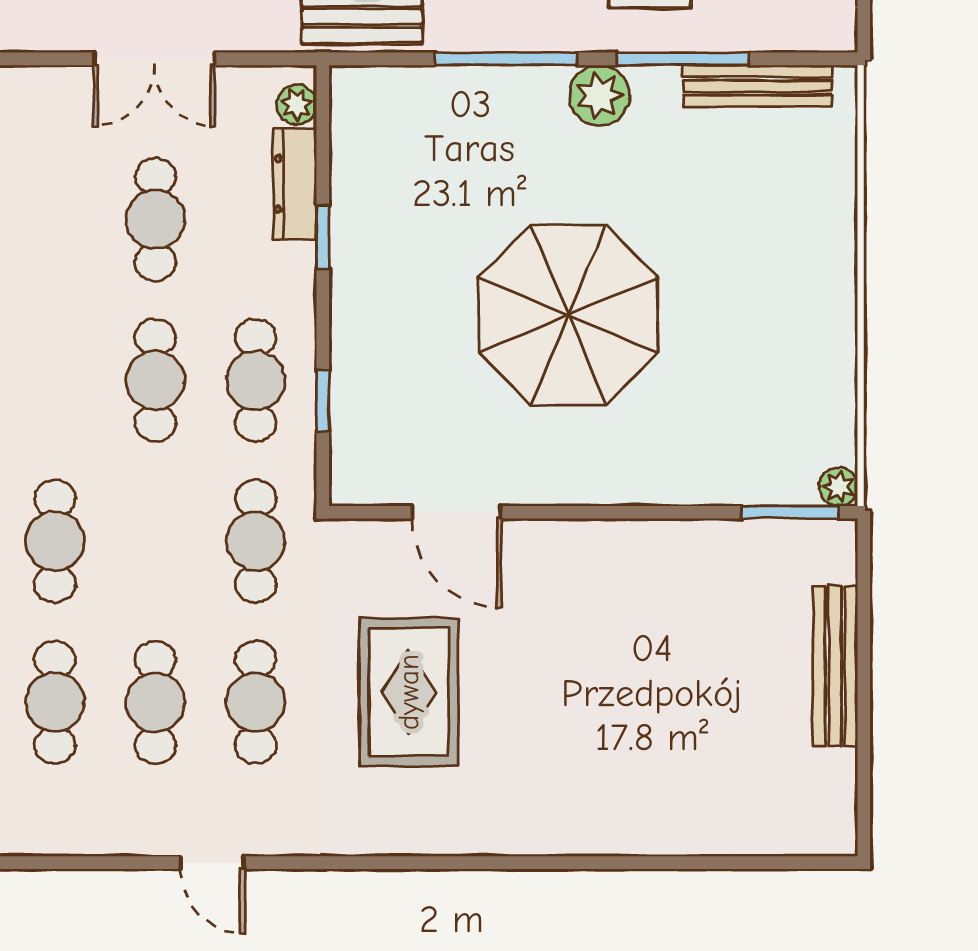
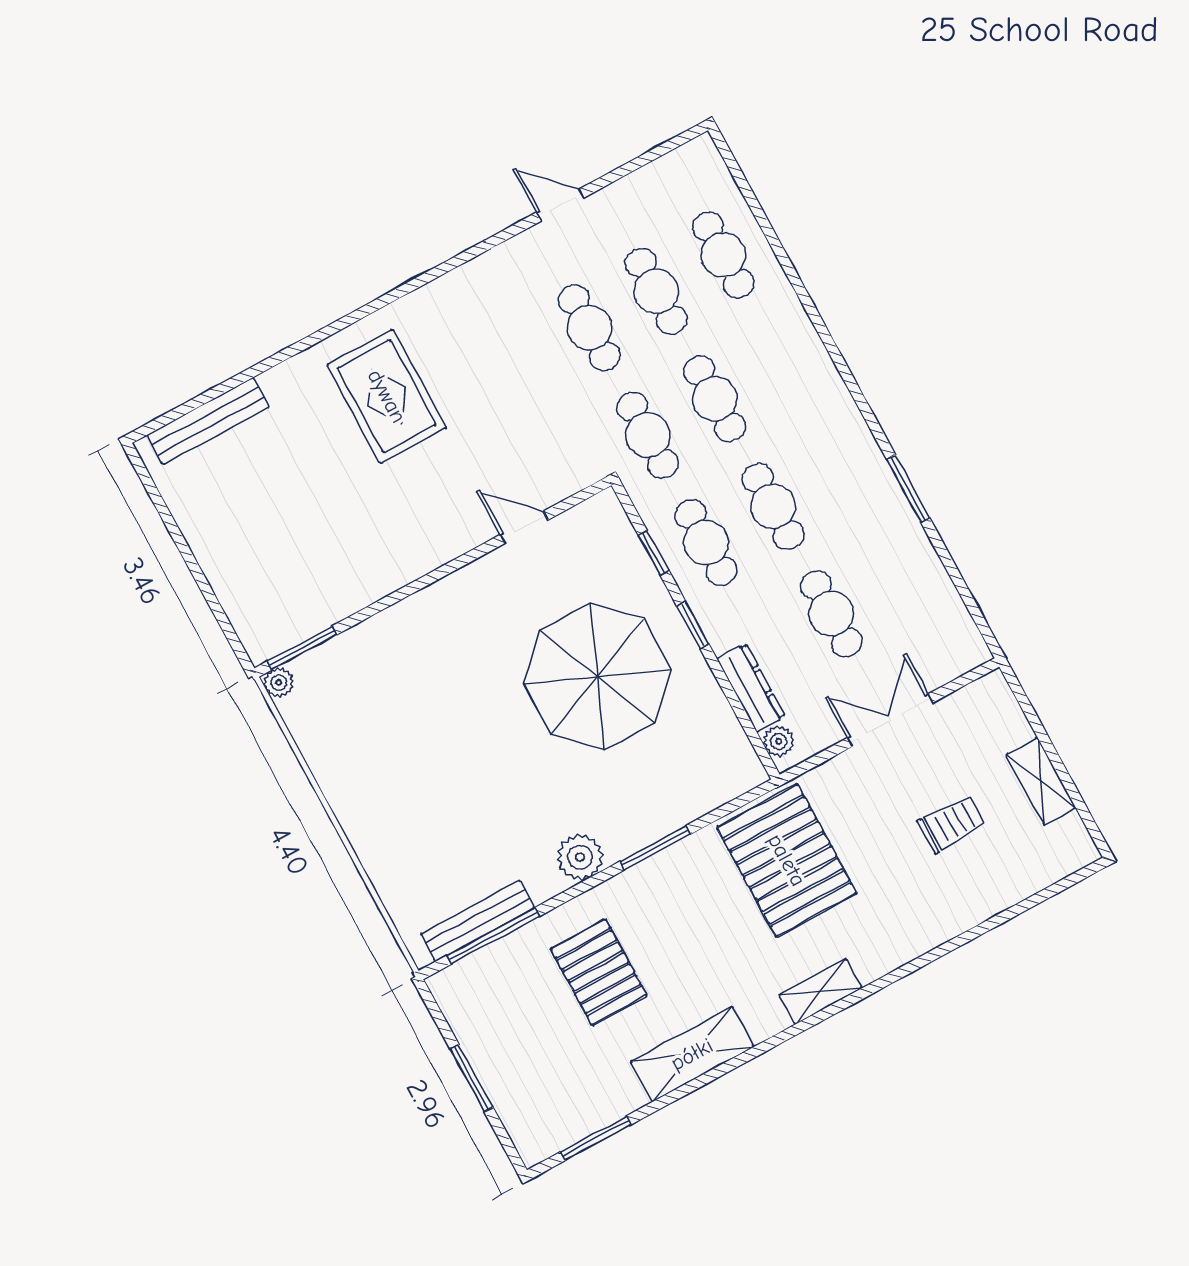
window: (506, 59) -> (655, 848), width x0.69
window: (683, 59) -> (493, 936), moved
window: (323, 237) -> (693, 625), moved
parasol: (568, 315) -> (597, 677), moved
door: (457, 512) -> (524, 527), width x0.73
cafe table: (55, 541) -> (715, 399), moved
bench: (835, 666) -> (208, 421), moved, turned 90
rug: (409, 692) -> (387, 396), moved

